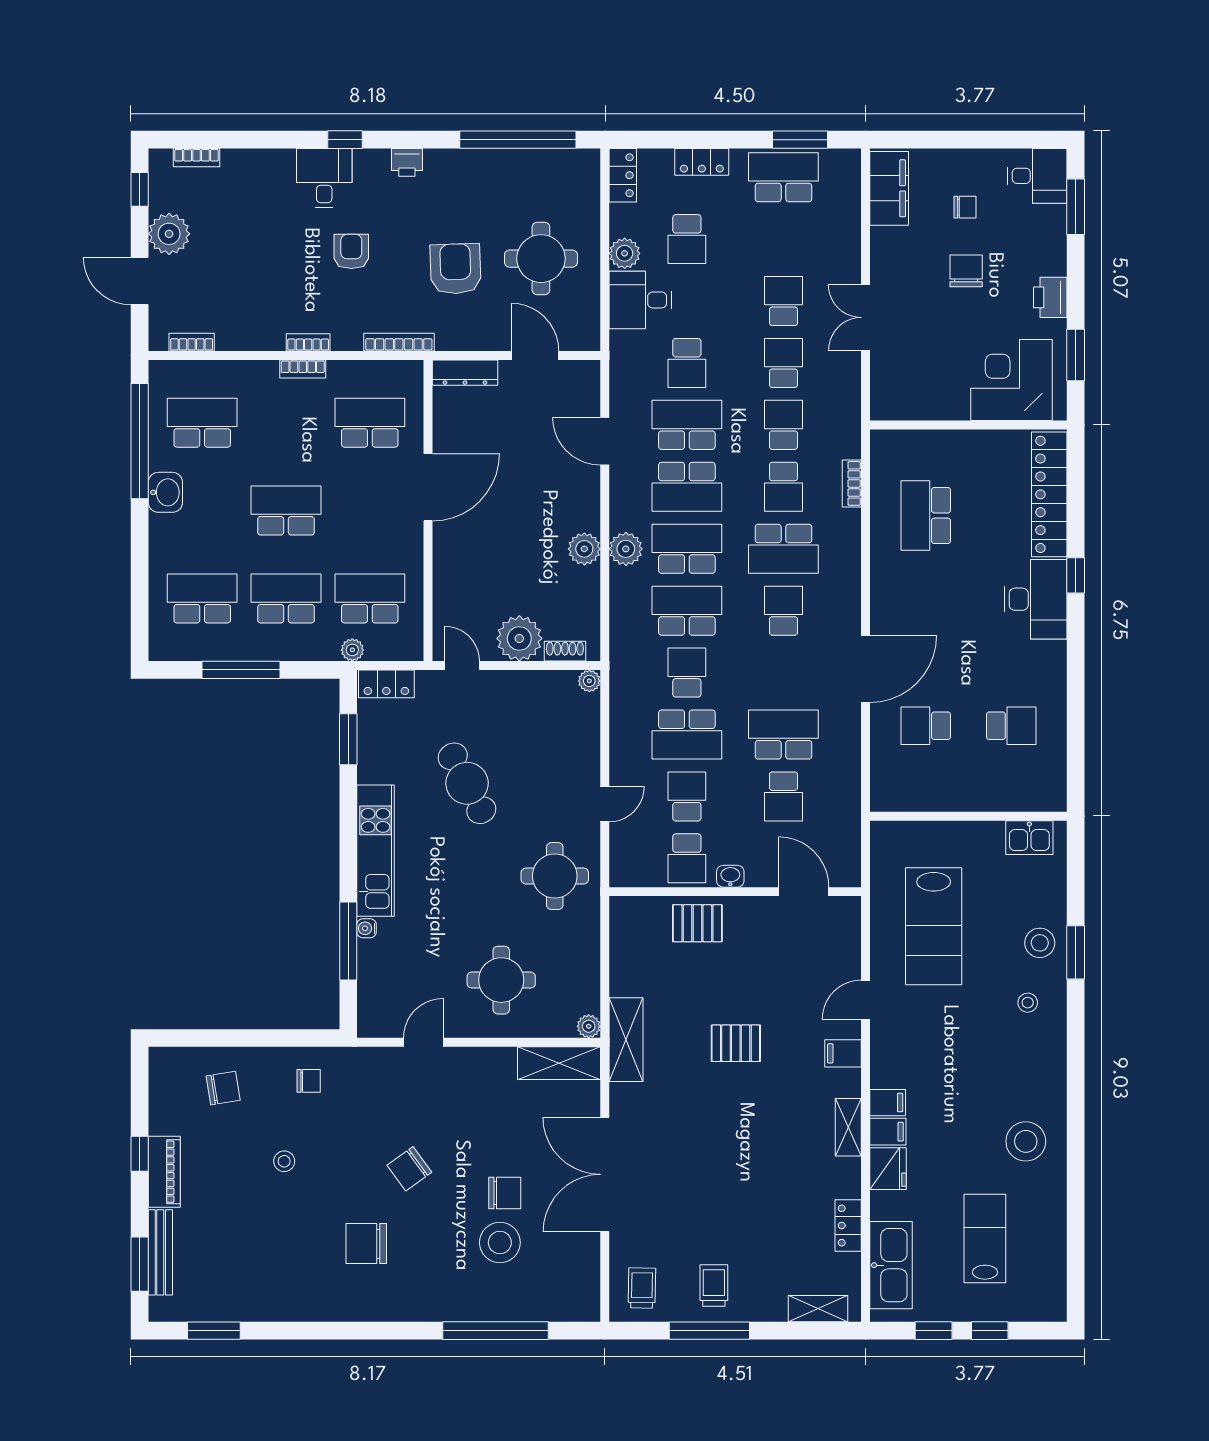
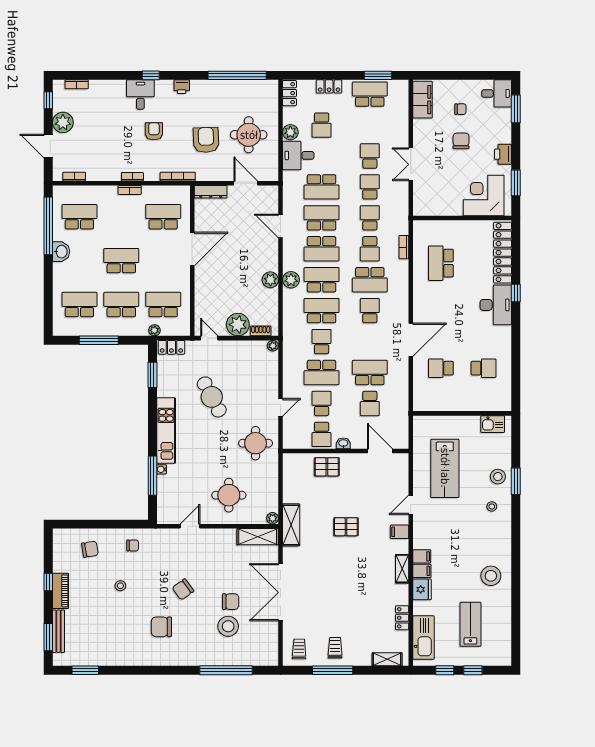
school desk: (687, 363) -> (322, 187), width x1.85

